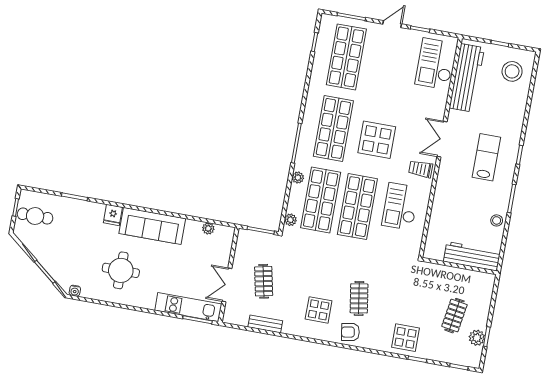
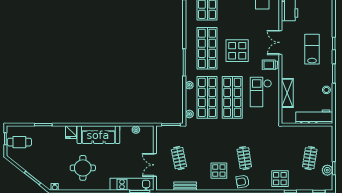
shelving: (439, 215) -> (287, 93), added

